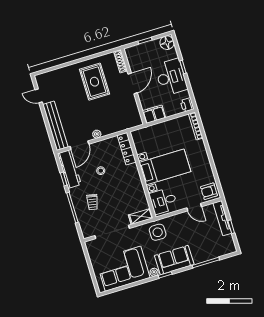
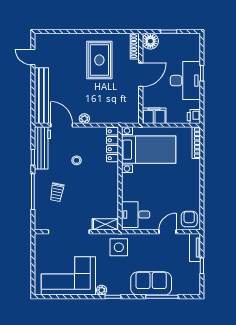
floor lamp: (167, 43) -> (150, 41), moved
door: (79, 145) -> (62, 125), swing flipped
bed with nightstands: (165, 167) -> (149, 150), moved
armchair: (209, 191) -> (189, 219), turned 90
door: (194, 207) -> (167, 232), swing flipped
tv unit: (222, 218) -> (195, 247), width x0.71
sofa: (174, 260) -> (151, 283), moved

